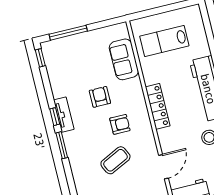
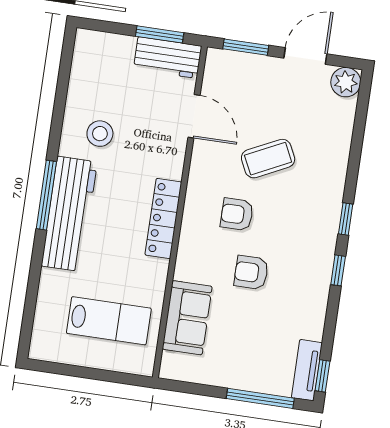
armchair: (100, 97) -> (251, 272), turned 90
tv unit: (64, 115) -> (307, 370), moved
window: (62, 145) -> (346, 219), width x0.67
door: (163, 167) -> (194, 116), swing flipped

